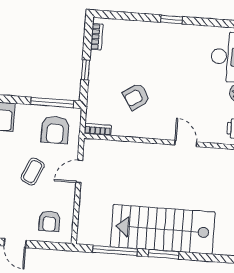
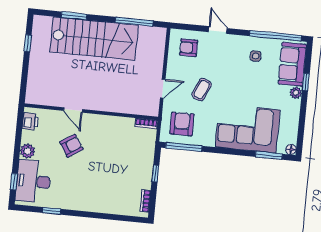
window: (172, 19) -> (52, 211), moved
armchair: (136, 97) -> (71, 146), moved
armchair: (49, 221) -> (189, 48), turned -90
window: (164, 254) -> (74, 16), moved

